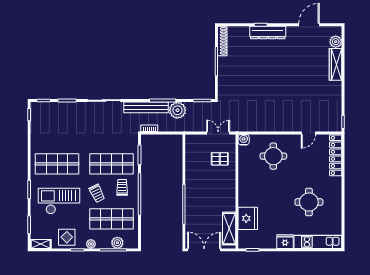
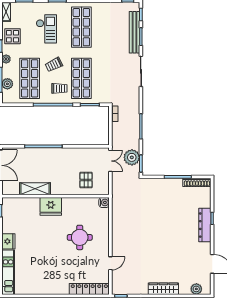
wardrobe: (336, 64) -> (163, 289), moved
bench: (146, 107) -> (135, 32), moved
plant: (177, 110) -> (132, 157), moved
double door: (218, 133) -> (110, 161), moved
door: (308, 133) -> (110, 263), swing flipped
round table: (273, 156) -> (80, 237), moved
checkout: (59, 201) -> (46, 29), width x0.73, depth x0.83
round table: (309, 202) -> (45, 264), removed
fridge: (248, 218) -> (51, 206), moved
shelving: (229, 229) -> (35, 189), moved

